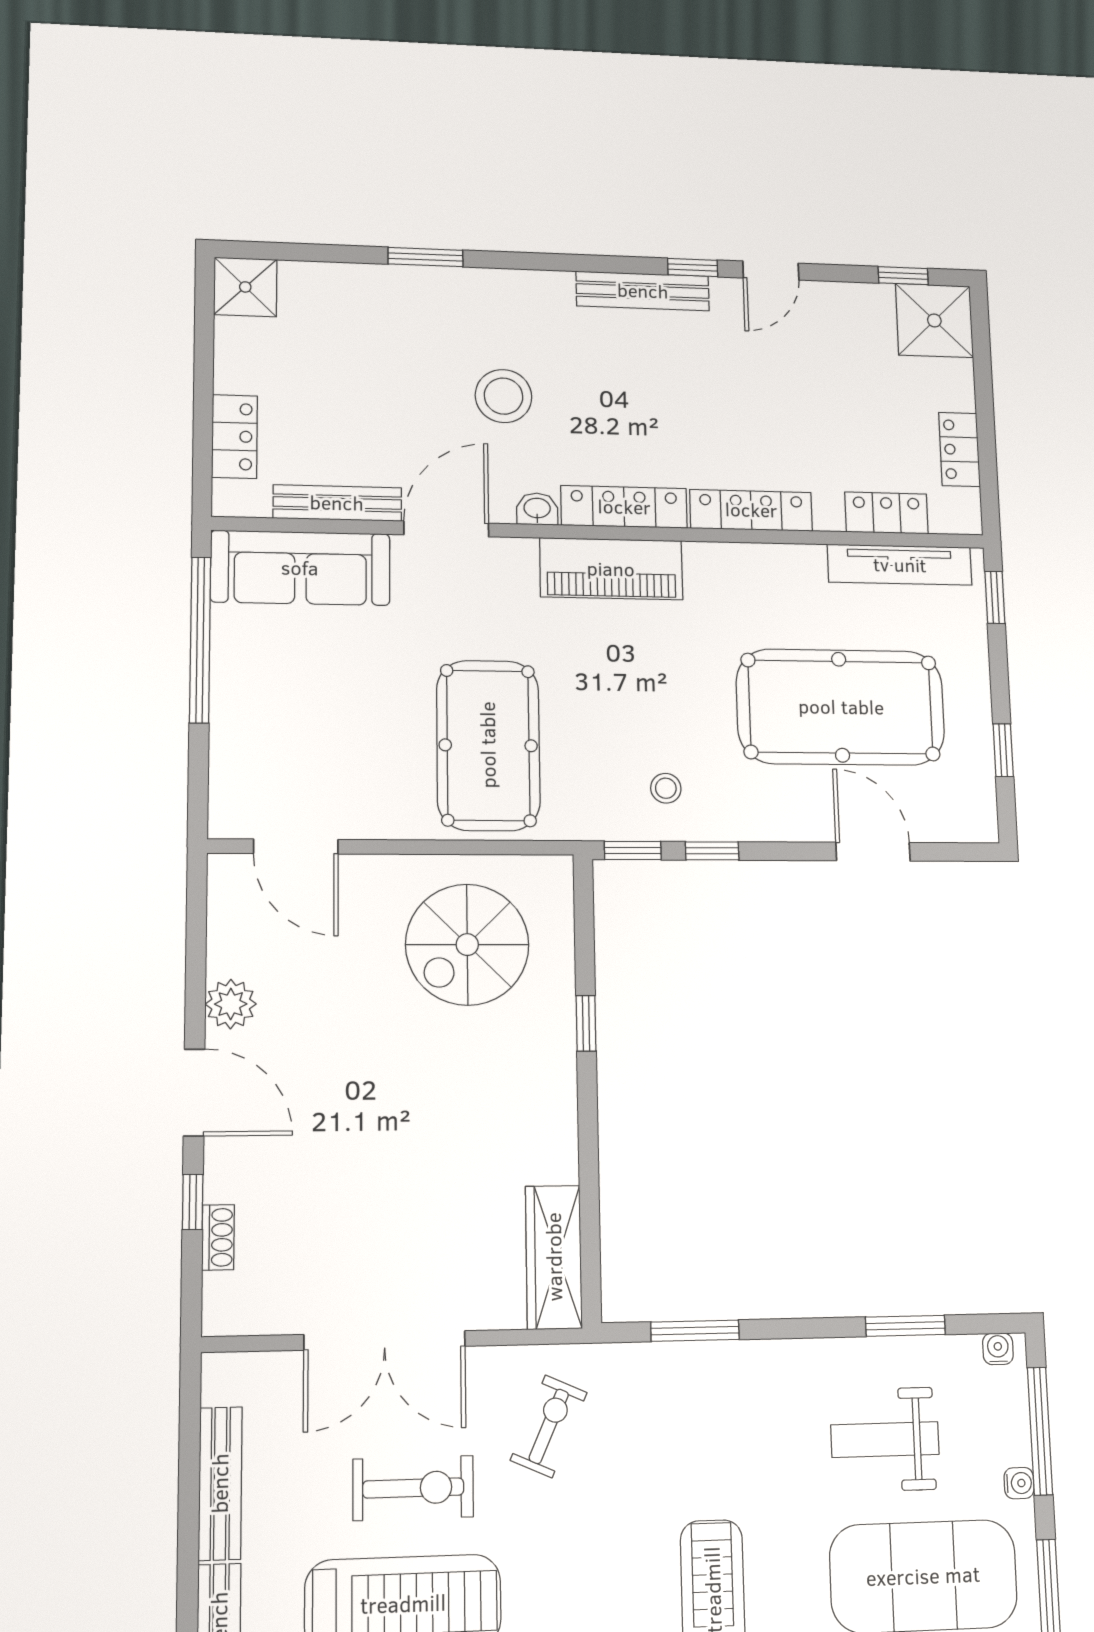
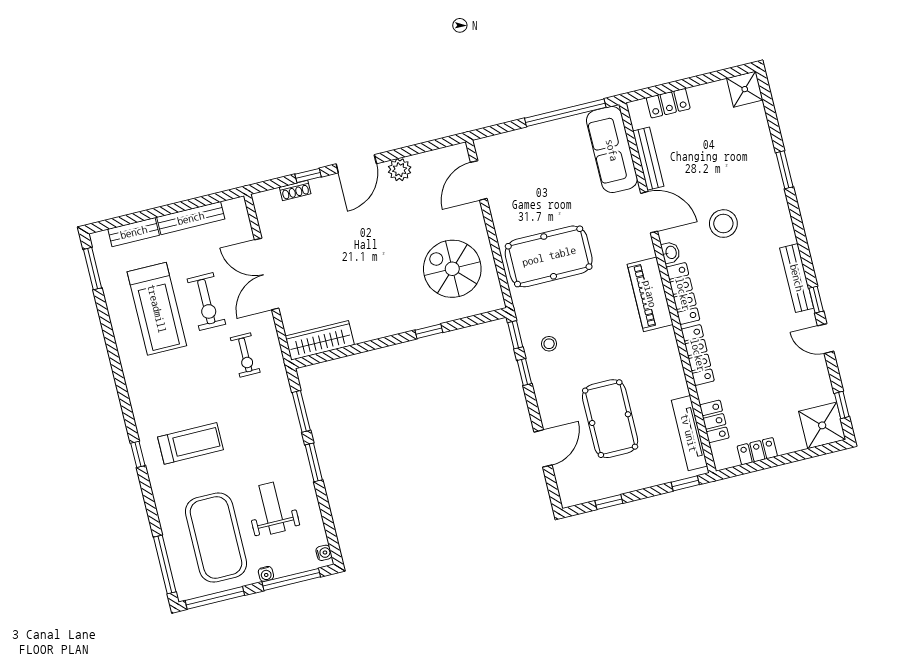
pool table: (841, 707) -> (610, 419), width x0.73, depth x0.76
window: (905, 1326) -> (314, 462), moved
exercise bike: (549, 1426) -> (245, 355), turned 66

